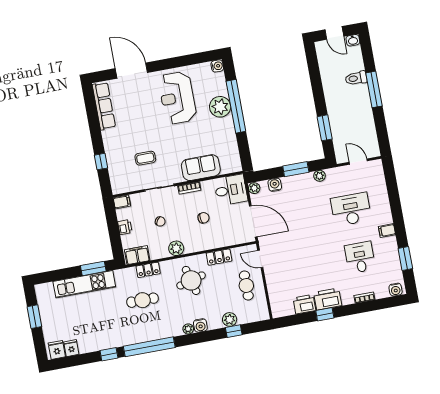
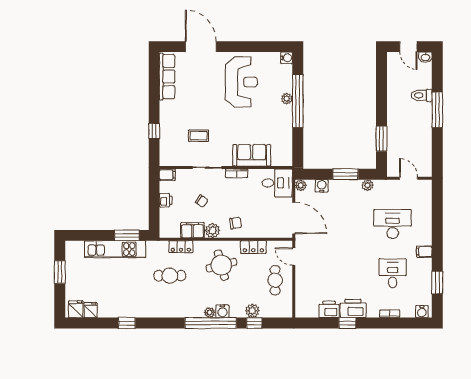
reception desk: (177, 98) -> (241, 82), turned 180
plant: (220, 107) -> (287, 99), width x0.53, depth x0.53
chair: (204, 218) -> (236, 223), moved
filing cabinet: (137, 255) -> (192, 230), moved
window: (149, 347) -> (211, 323), moved

